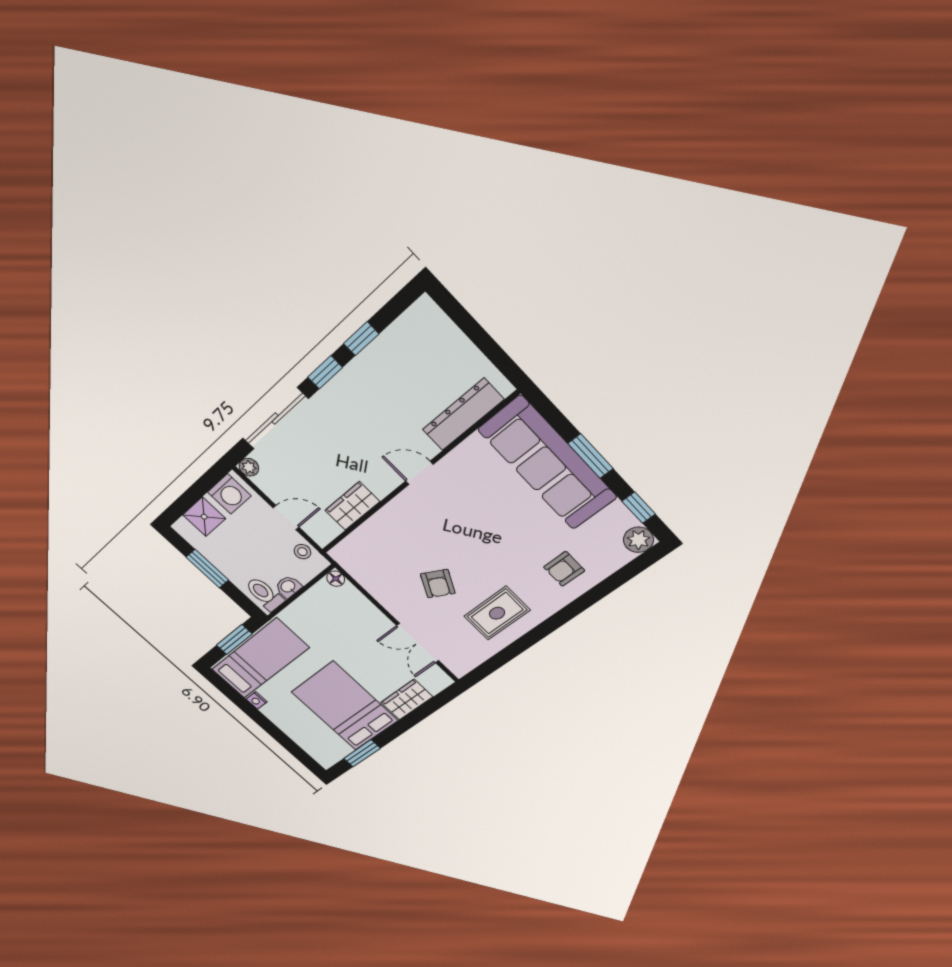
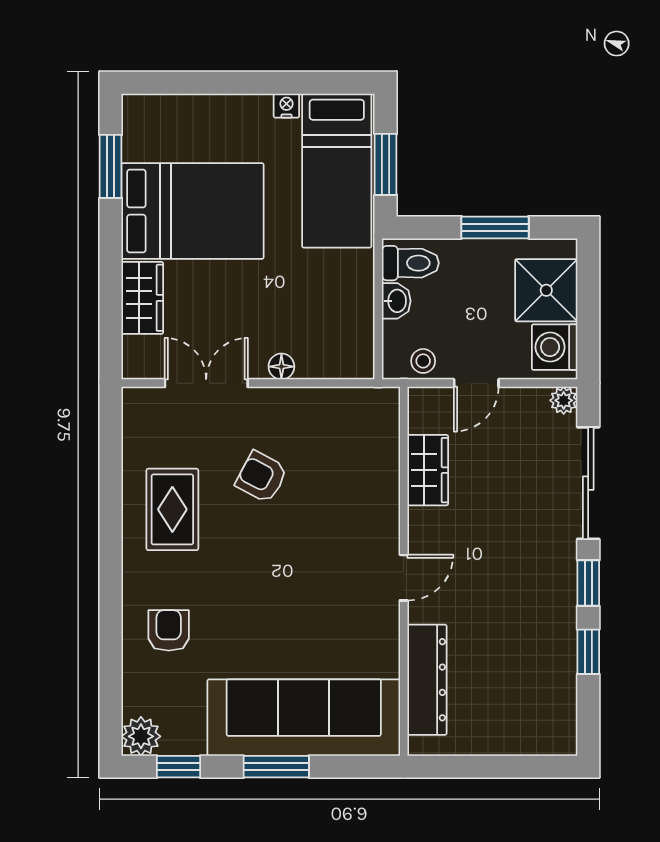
shower: (204, 517) -> (546, 290), width x1.36, depth x1.36
floor lamp: (336, 579) -> (281, 367), moved

